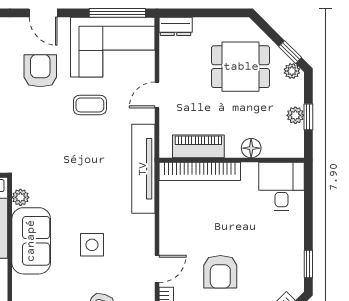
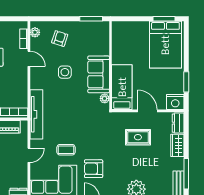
armchair: (40, 71) -> (94, 169), turned 90
door: (157, 269) -> (29, 59), swing flipped

